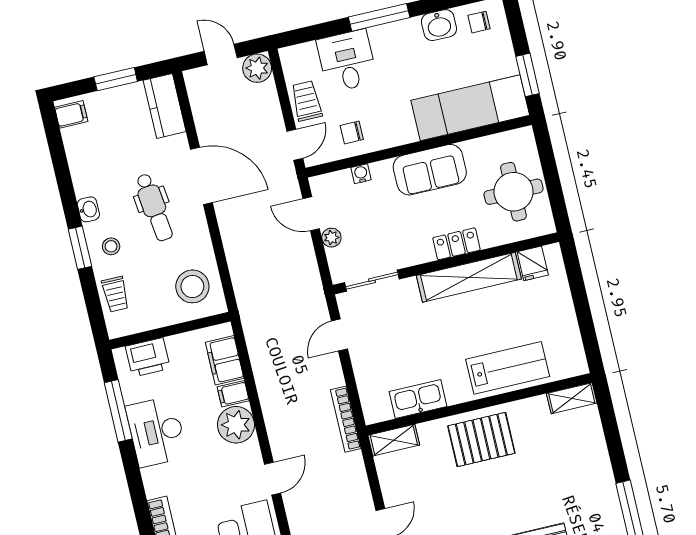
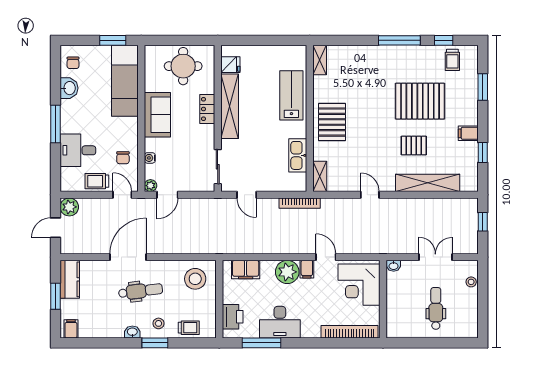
kitchen counter: (165, 106) -> (70, 279), moved, turned -90
plant: (331, 238) -> (150, 186), moved
filing cabinet: (233, 394) -> (307, 269), moved

